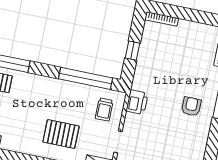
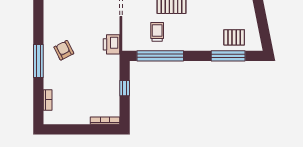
armchair: (191, 106) -> (64, 50), turned 153
trolley: (104, 109) -> (157, 32), moved

